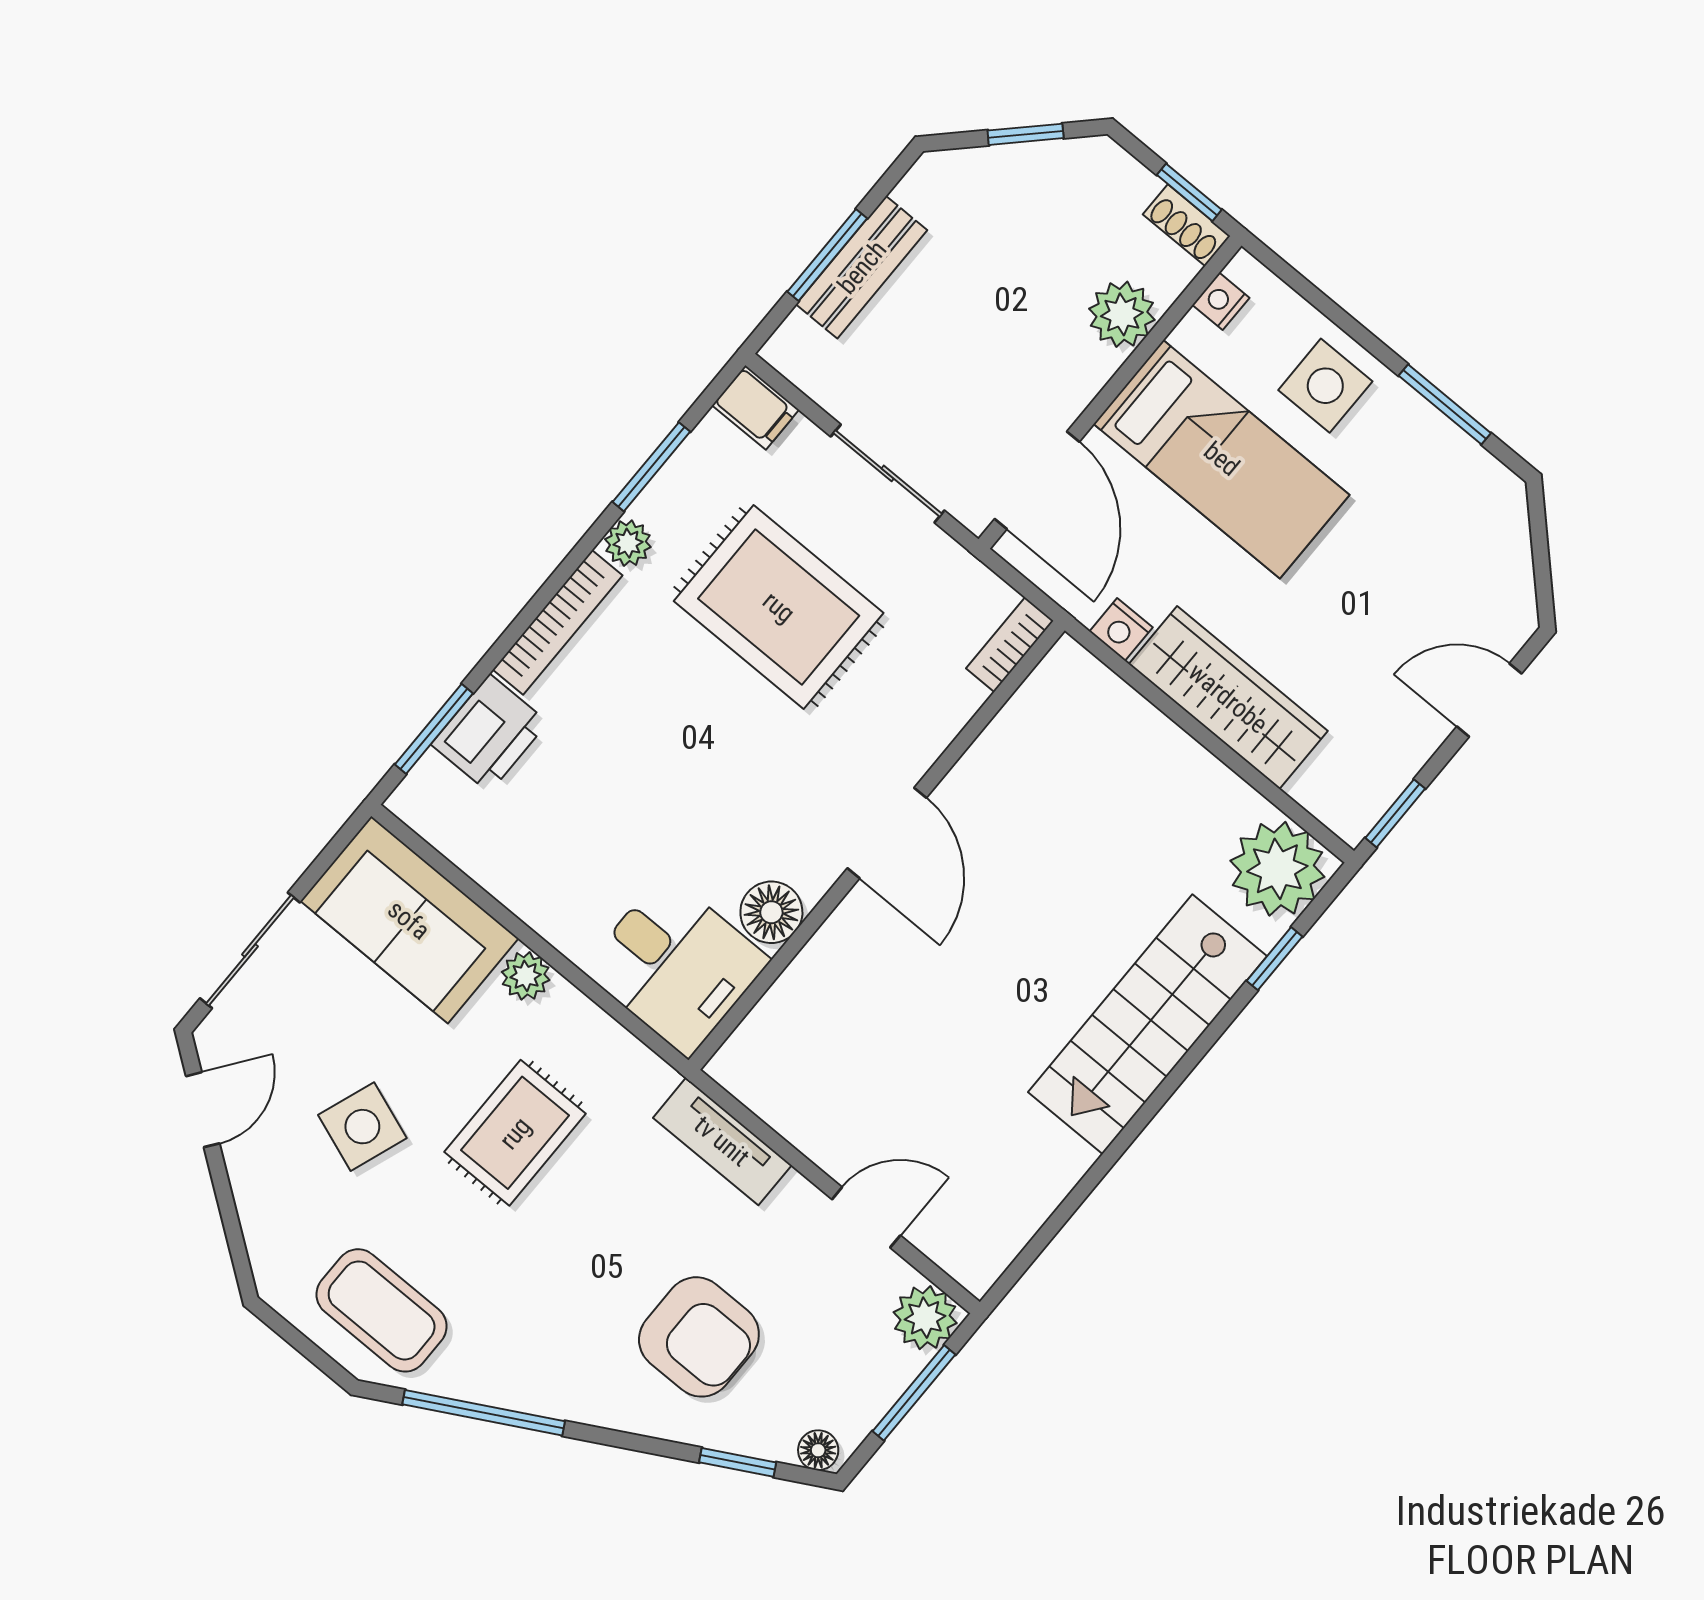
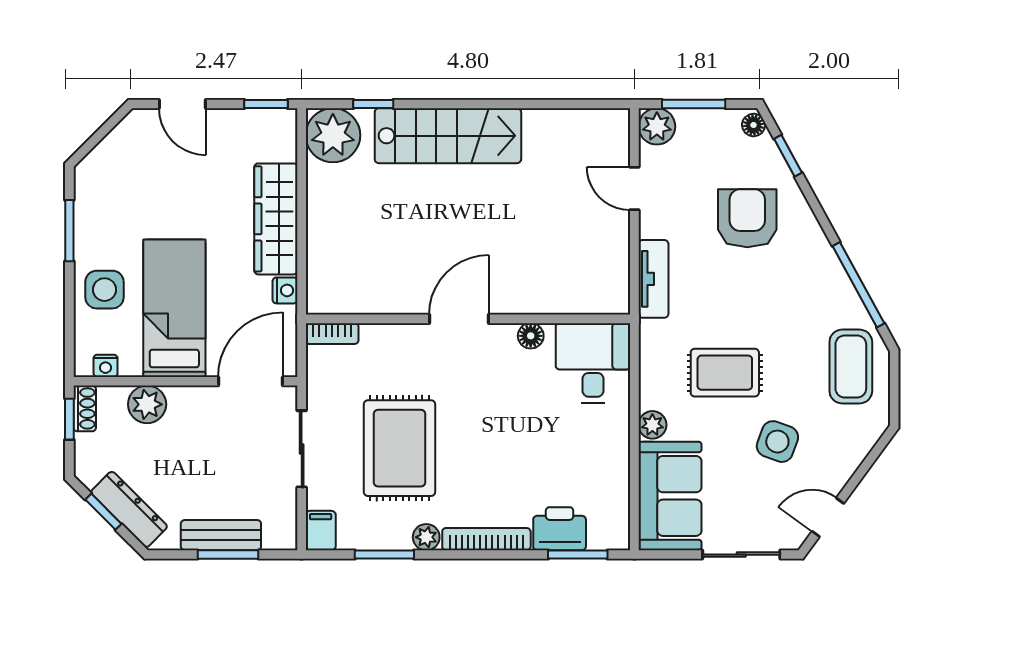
dresser: (1000, 172) -> (129, 509), added
floor lamp: (771, 912) -> (531, 336), width x0.73, depth x0.73

